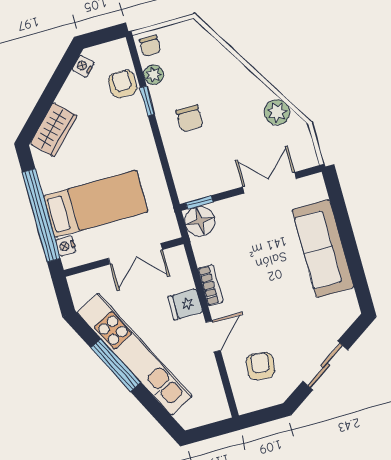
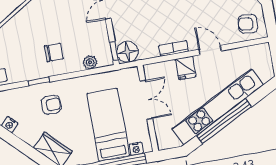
plant: (154, 75) -> (90, 62), moved
armchair: (123, 84) -> (51, 105), moved, turned 180
window: (116, 365) -> (224, 121), width x1.46
armchair: (260, 366) -> (248, 24), moved

